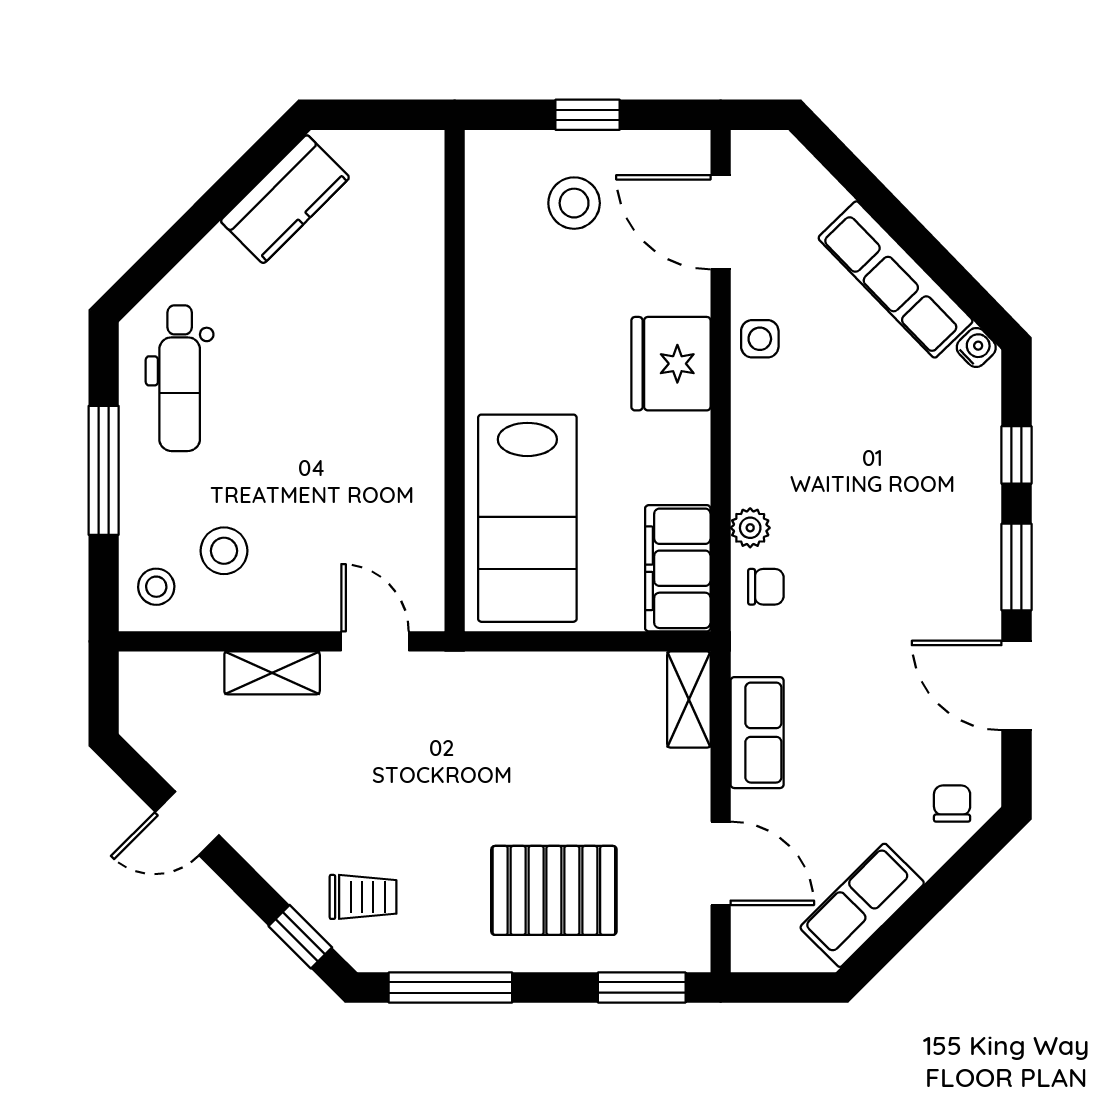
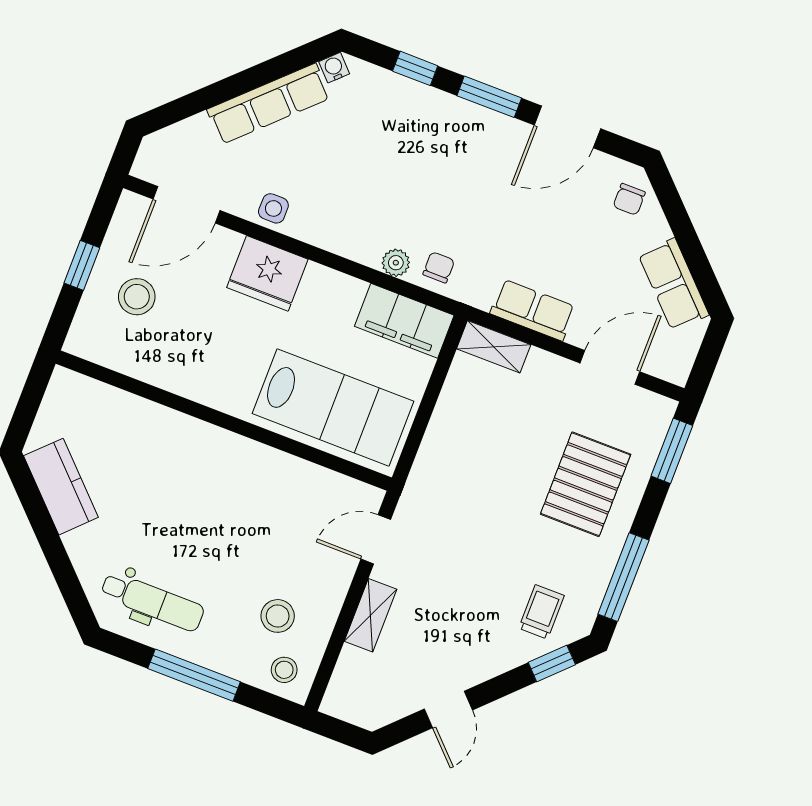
chair: (952, 804) -> (629, 199), turned -90

